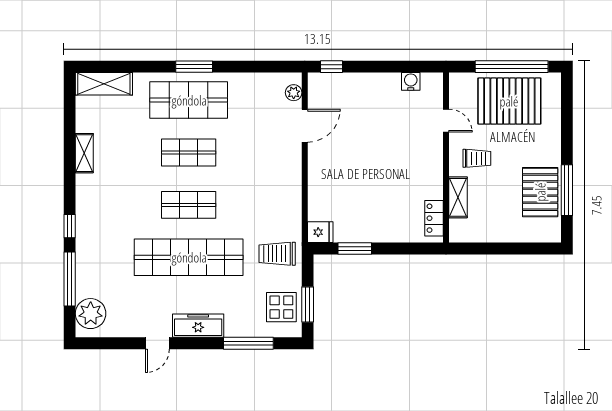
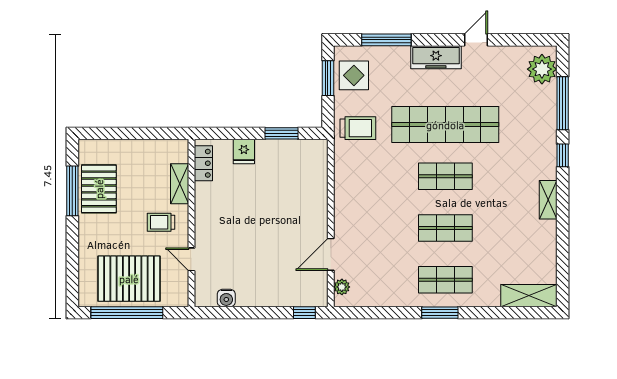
shop shelf: (189, 100) -> (445, 280), width x0.70, depth x0.74
shelving: (84, 153) -> (548, 200), moved
fridge: (320, 232) -> (244, 151), moved, turned -90

